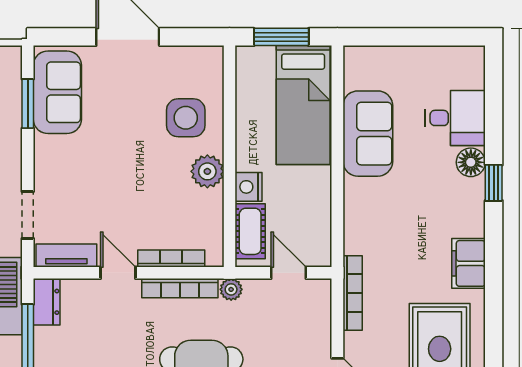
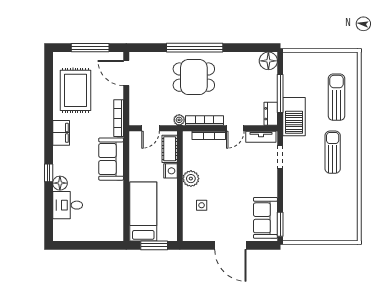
window: (28, 104) -> (280, 224), moved
side table: (186, 118) -> (202, 205), width x0.54, depth x0.54
sofa: (368, 134) -> (111, 159), moved
door: (118, 273) -> (235, 128), hinge flipped
door: (288, 273) -> (151, 128), hinge flipped

